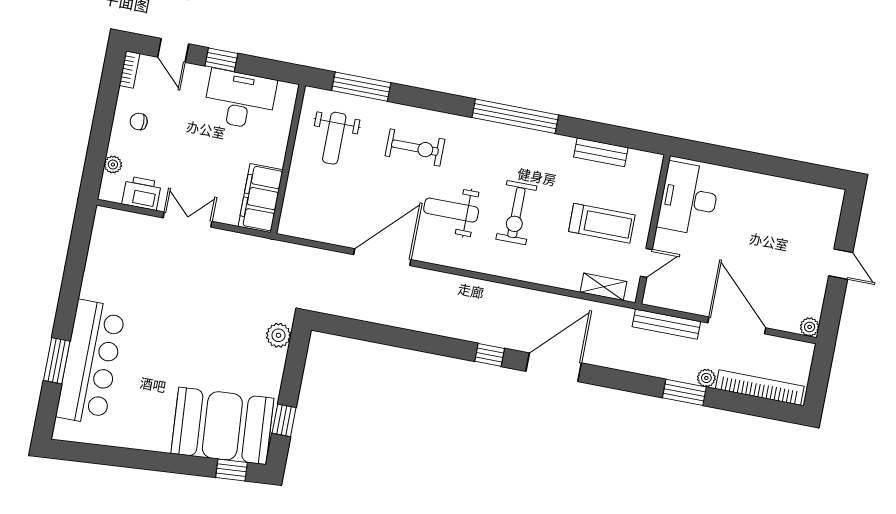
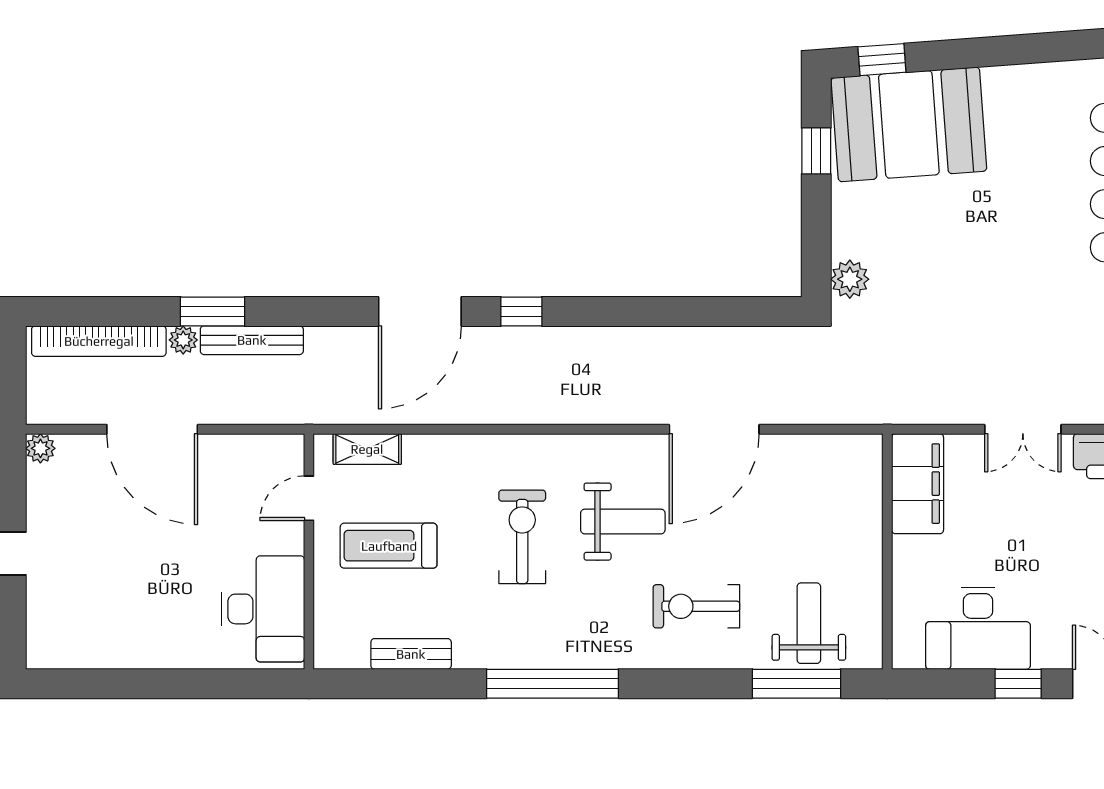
weight bench: (334, 138) -> (809, 623), moved
bench: (666, 324) -> (252, 340), moved

